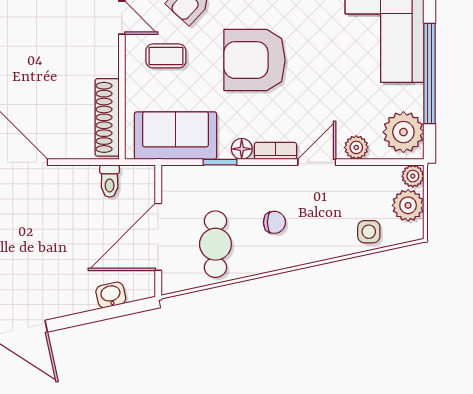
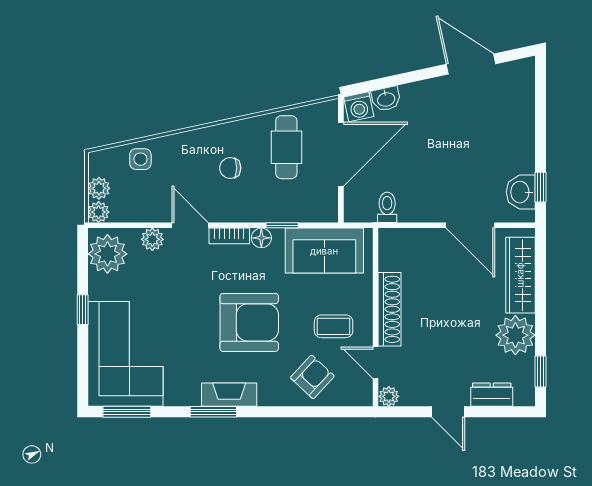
window: (430, 73) -> (83, 310), width x0.32
shoe rack: (107, 117) -> (389, 309), moved
door: (317, 162) -> (190, 225), swing flipped
plant: (408, 205) -> (99, 188), width x0.73, depth x0.73
washing machine: (139, 287) -> (359, 107), added

